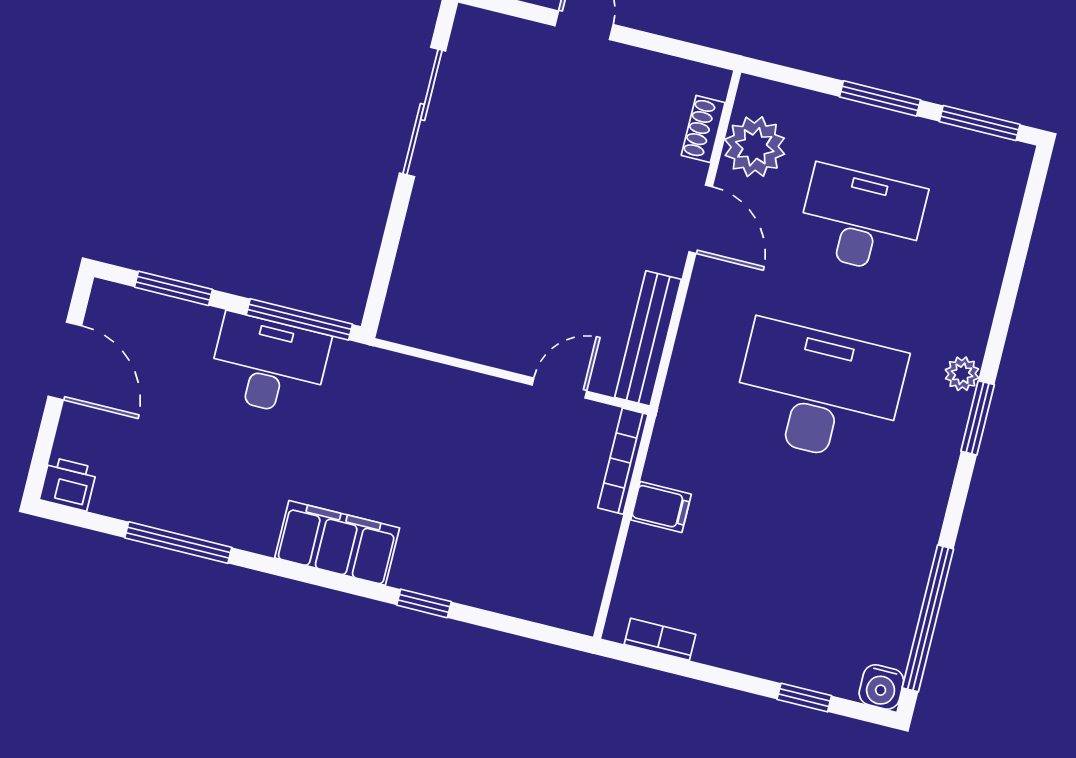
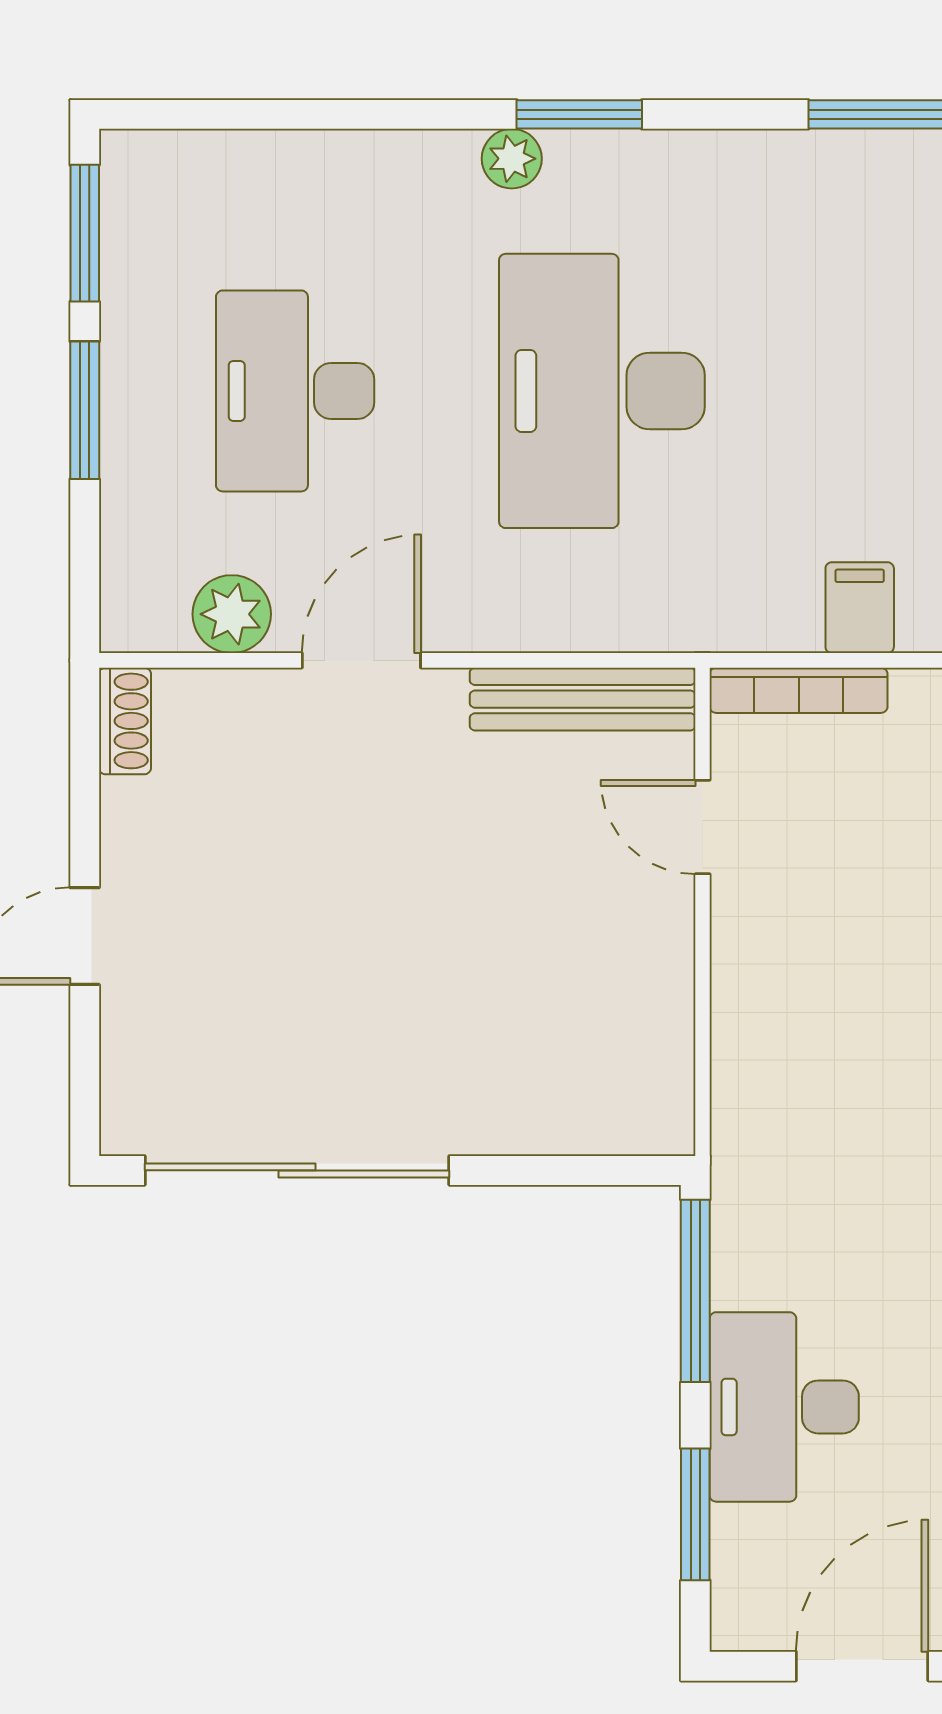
sliding door: (423, 112) -> (297, 1170), width x1.36
shoe rack: (703, 129) -> (125, 721), moved, turned -90
plant: (755, 147) -> (232, 614), width x0.73, depth x0.73
desk: (269, 365) -> (784, 1407), moved

